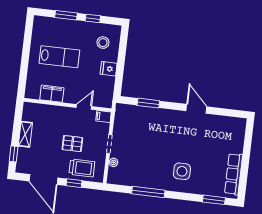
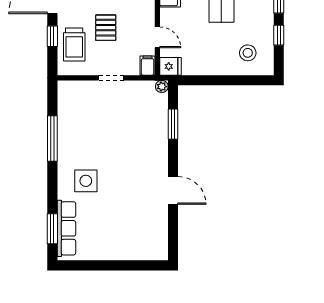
fridge: (109, 69) -> (170, 66), moved, turned 90
door: (196, 109) -> (173, 190), hinge flipped
plant: (113, 162) -> (162, 87), moved
row of seats: (234, 174) -> (66, 228), moved, turned 90

